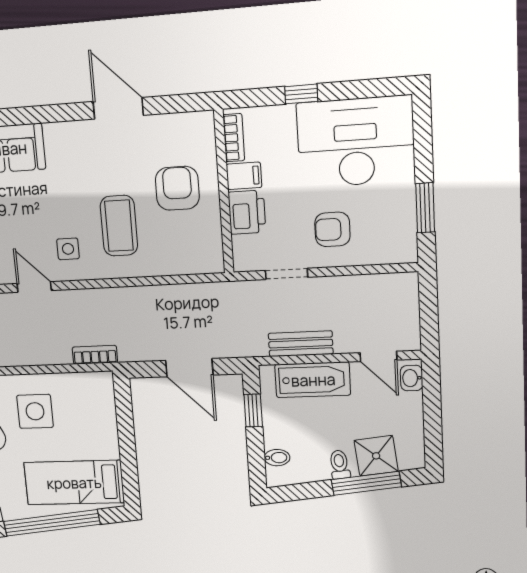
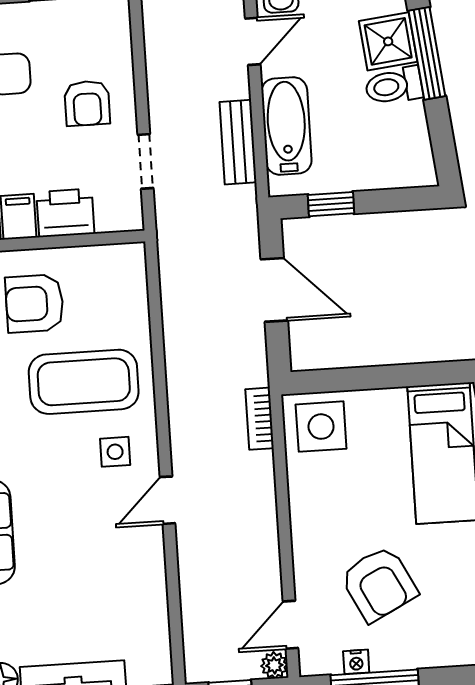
coffee table: (119, 226) -> (84, 382), width x1.36, depth x1.32
door: (189, 368) -> (274, 290), hinge flipped
side table: (35, 411) -> (321, 427), moved
bidet: (277, 458) -> (396, 172), removed
toilet: (340, 465) -> (394, 86), width x1.37, depth x1.39

